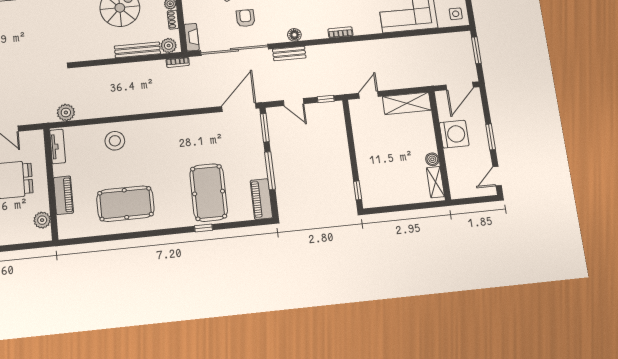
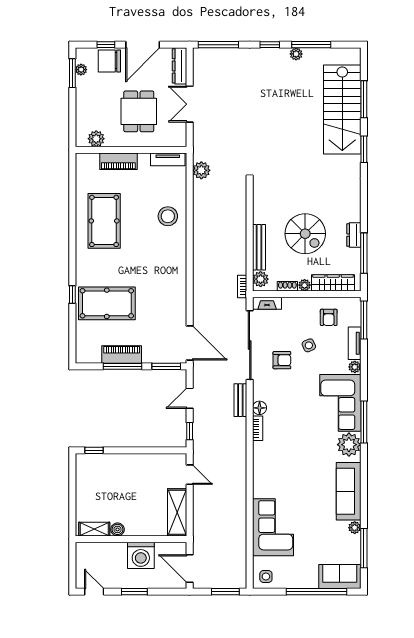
bookcase: (340, 32) -> (258, 428), moved
piano: (261, 199) -> (122, 354), moved

